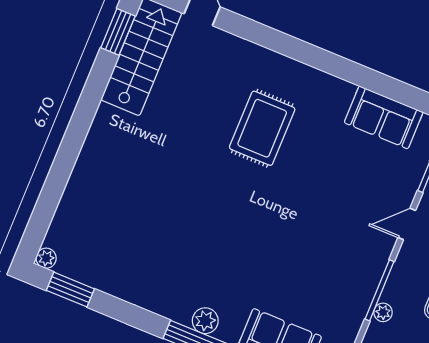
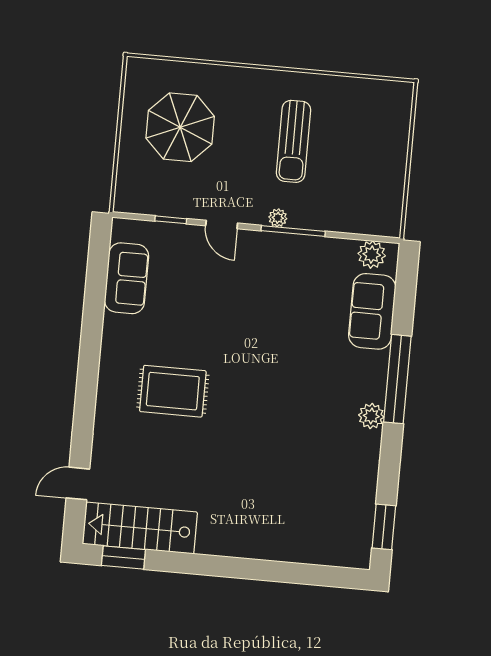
plant: (46, 258) -> (361, 559), removed
plant: (383, 312) -> (278, 218), moved
plant: (205, 321) -> (371, 416), moved

